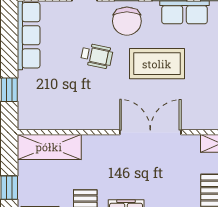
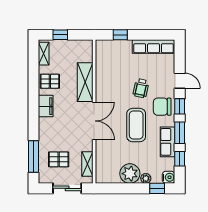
shelving: (49, 147) -> (85, 82), moved

